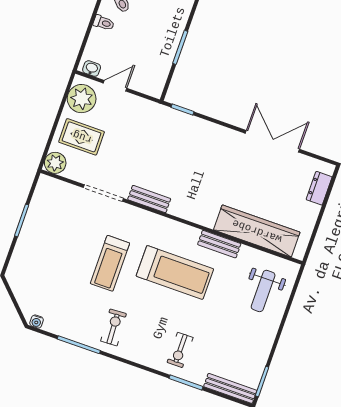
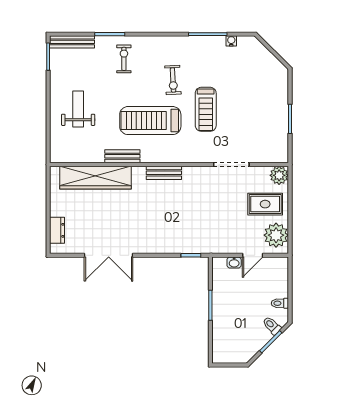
washbasin: (92, 69) -> (234, 263), moved
bench: (149, 199) -> (164, 173), moved
treadmill: (110, 263) -> (206, 109), turned 180
weight bench: (263, 291) -> (78, 109), moved
water cooler: (37, 322) -> (231, 41), moved
exercise bike: (113, 327) -> (173, 80), moved

